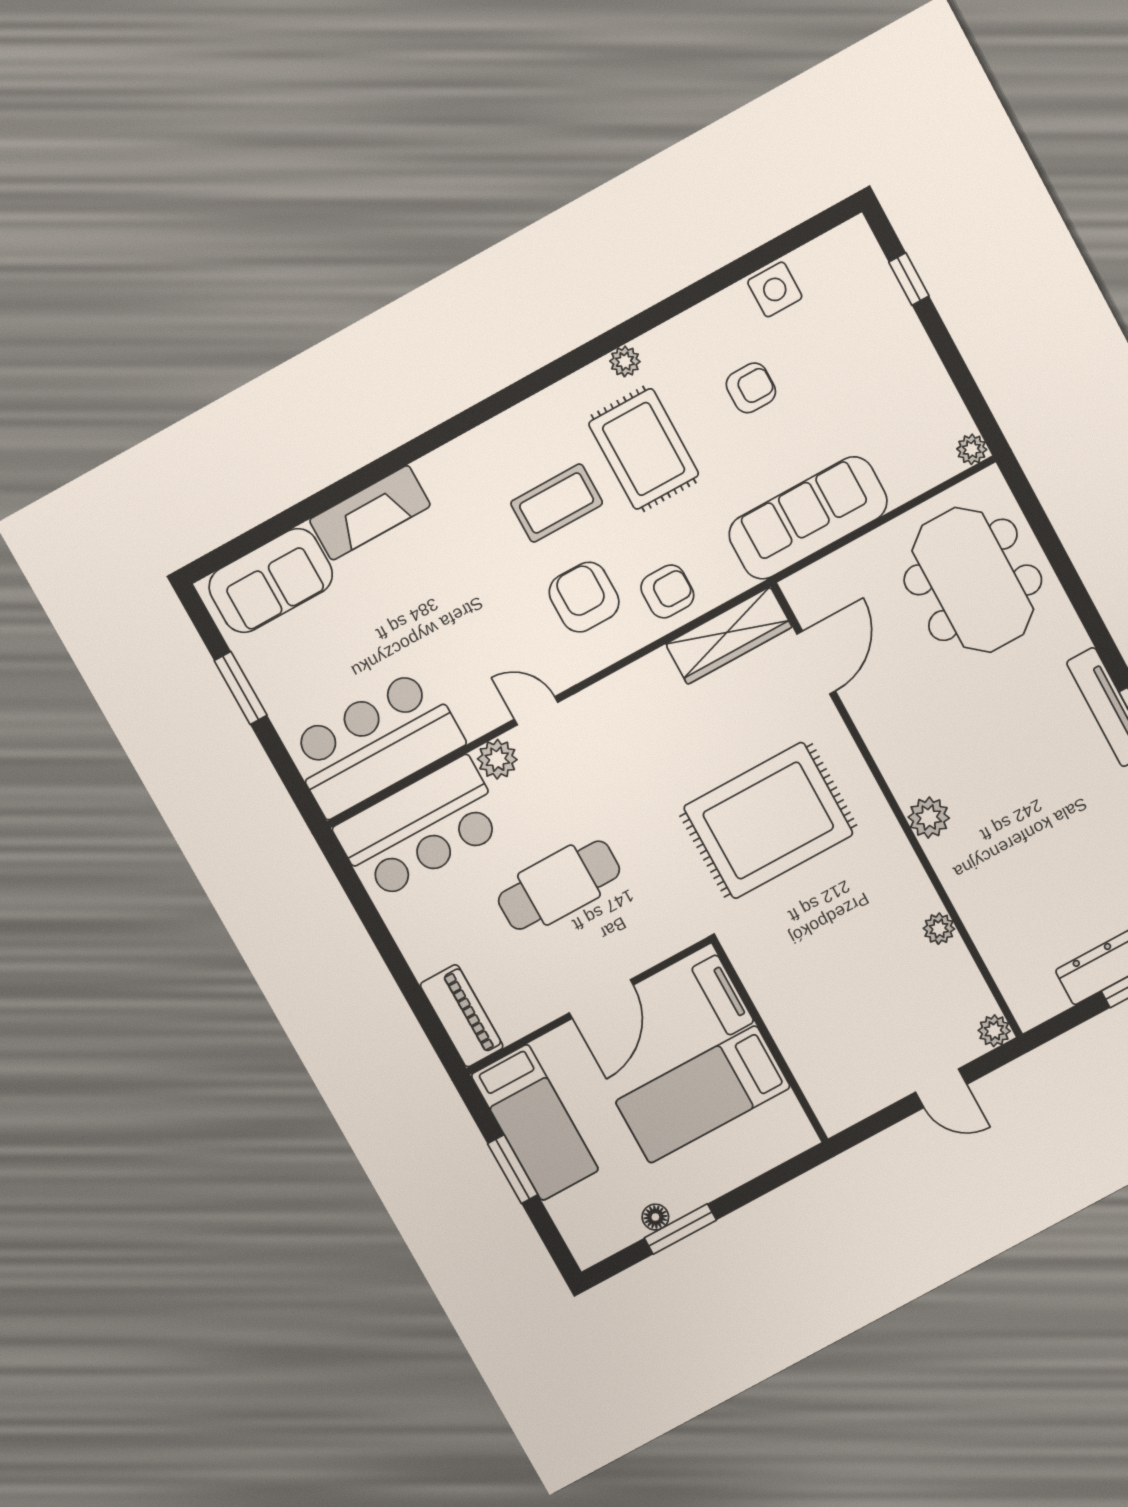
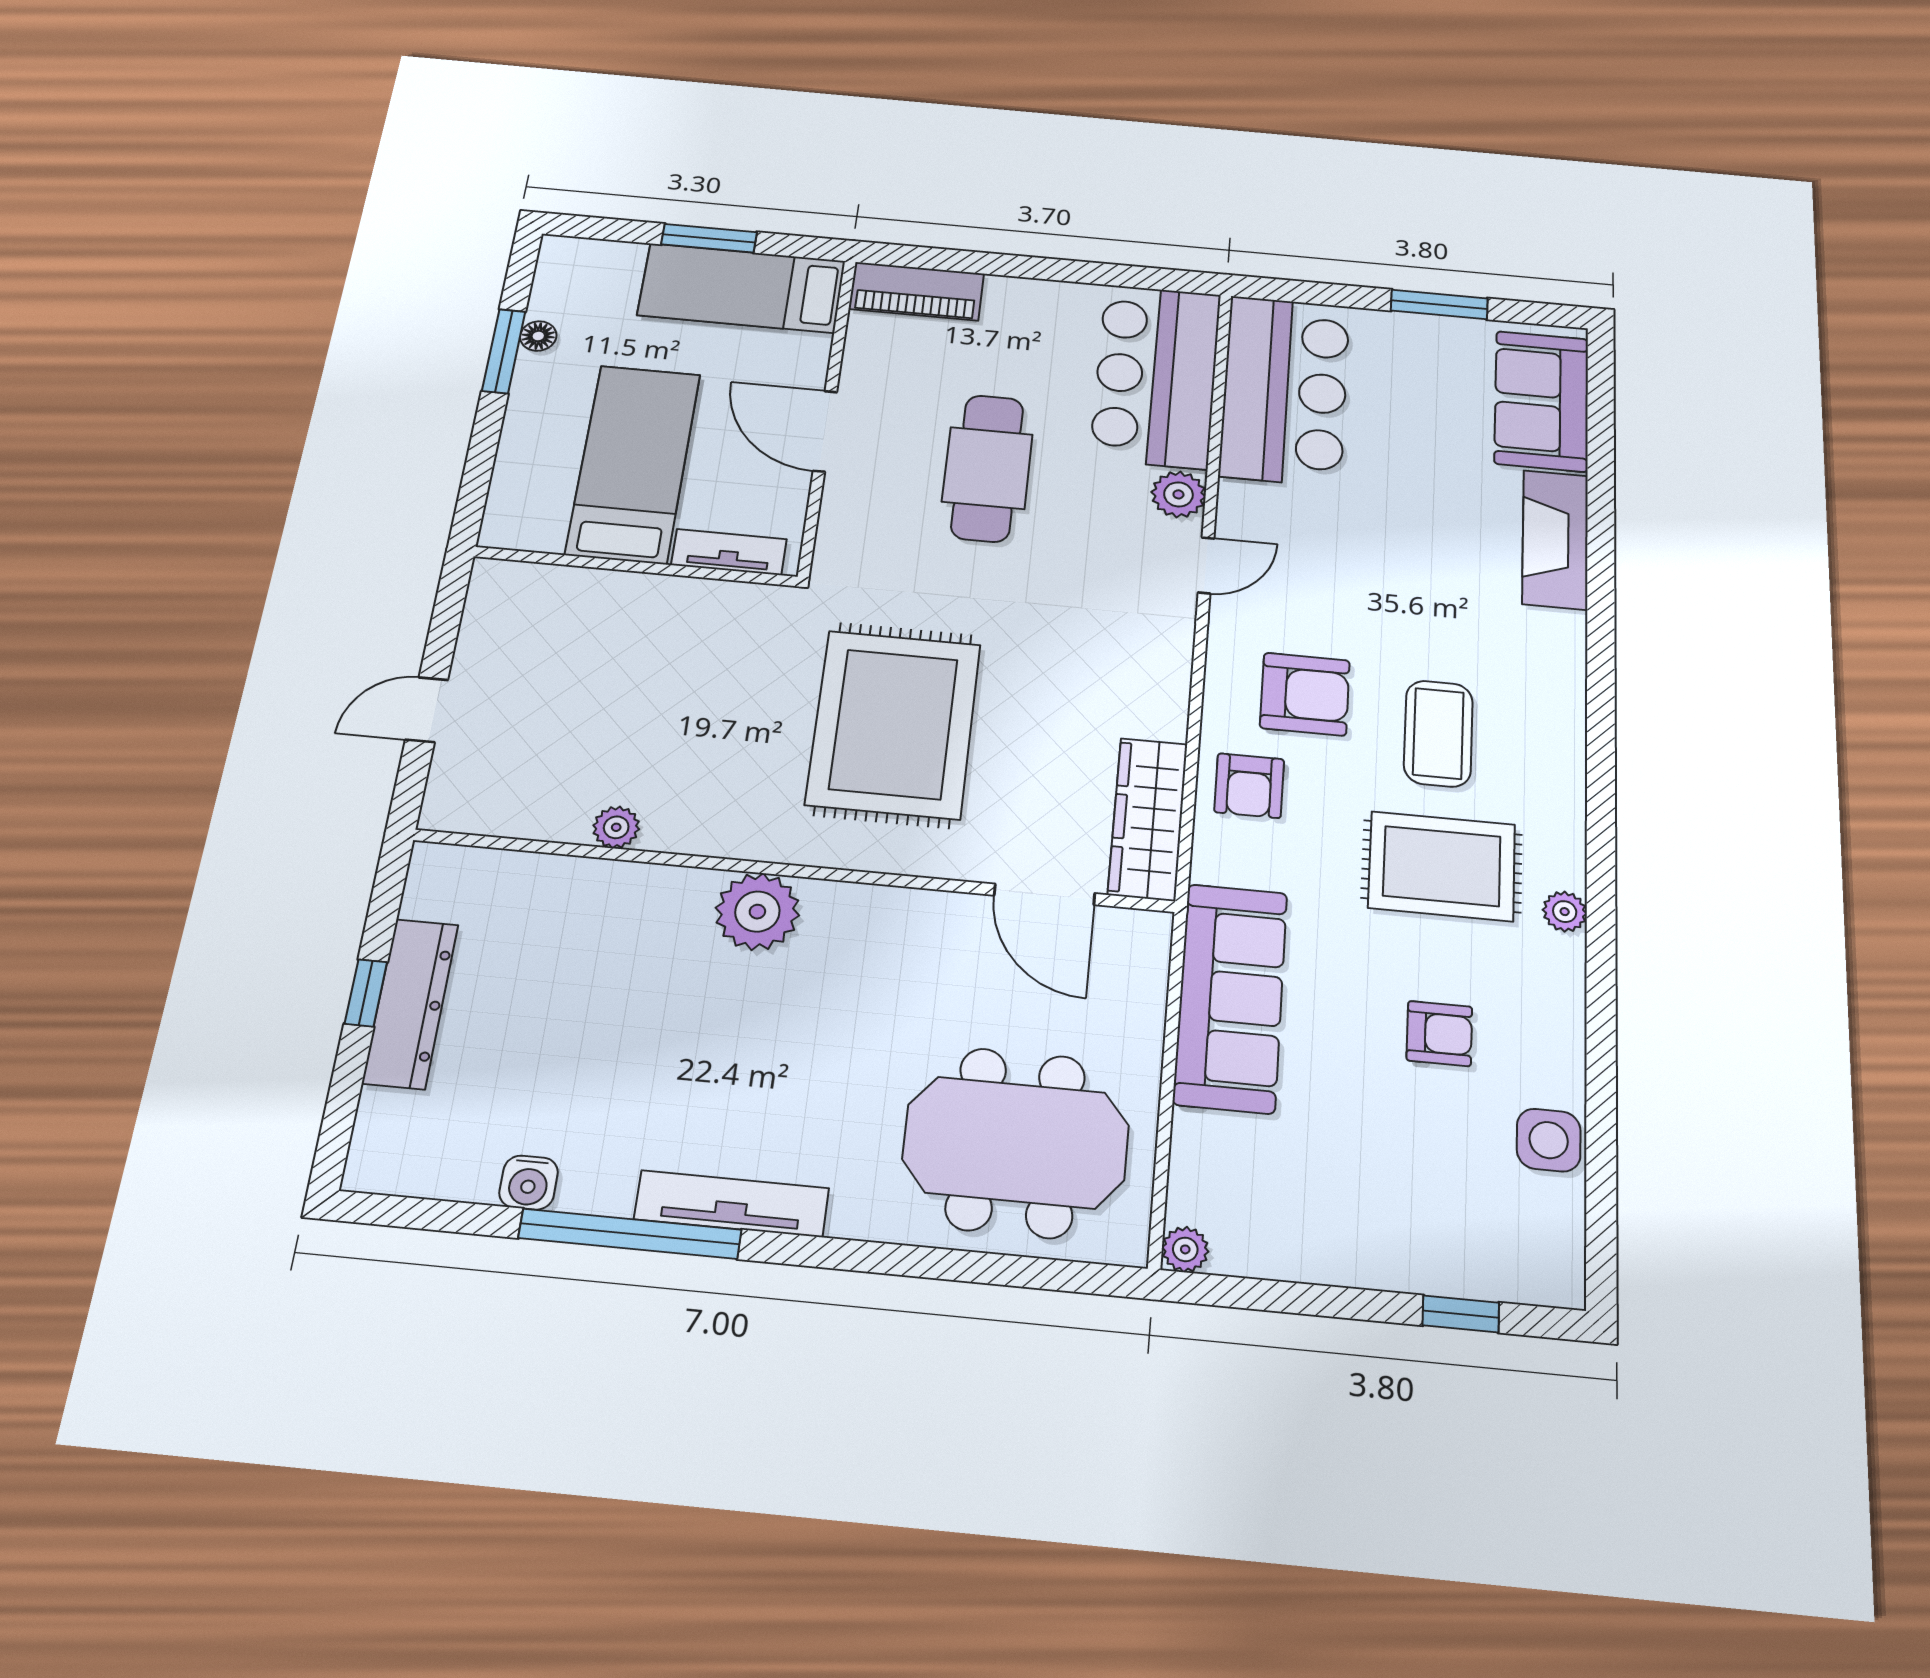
armchair: (751, 388) -> (1439, 1034), turned -90
plant: (929, 818) -> (757, 912), width x1.36, depth x1.36
plant: (994, 1031) -> (444, 810), removed

